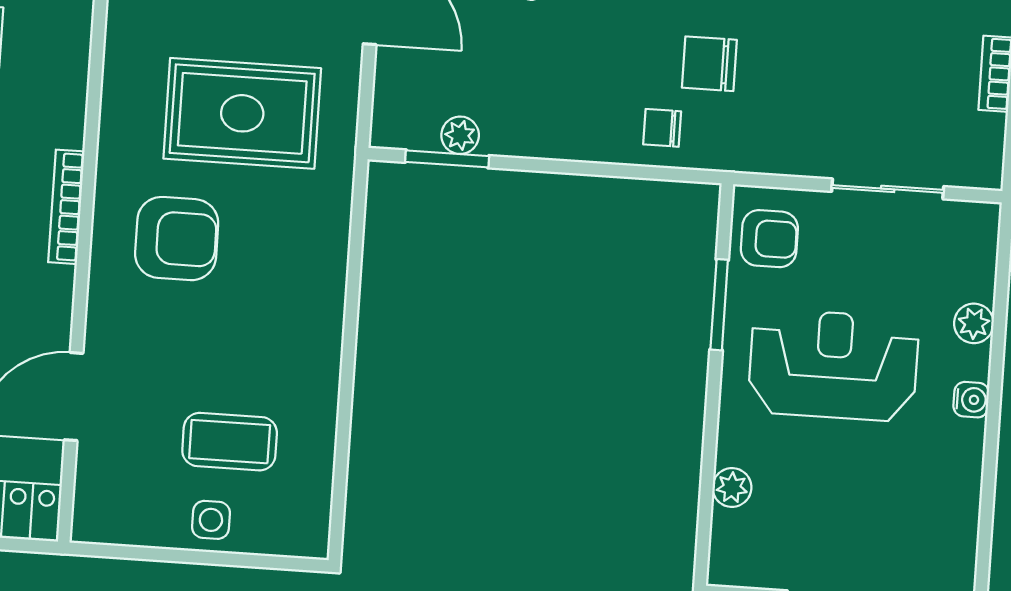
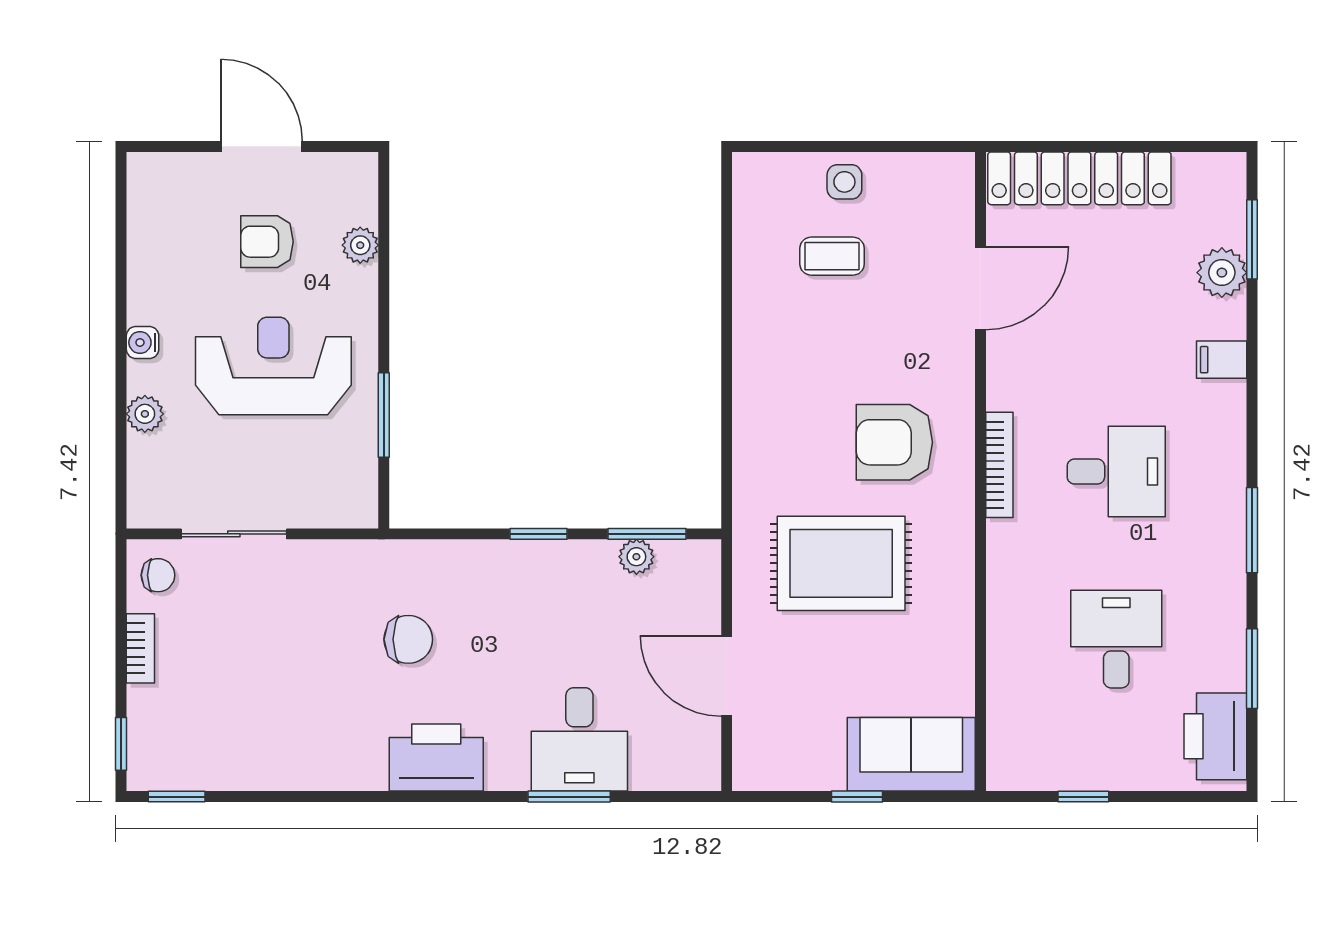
chair: (662, 128) -> (158, 575), moved
window: (563, 167) -> (539, 534), added
armchair: (769, 239) -> (267, 242), moved
reception desk: (833, 365) -> (273, 366), turned 180
coffee table: (230, 442) -> (832, 256), width x0.73, depth x0.77

